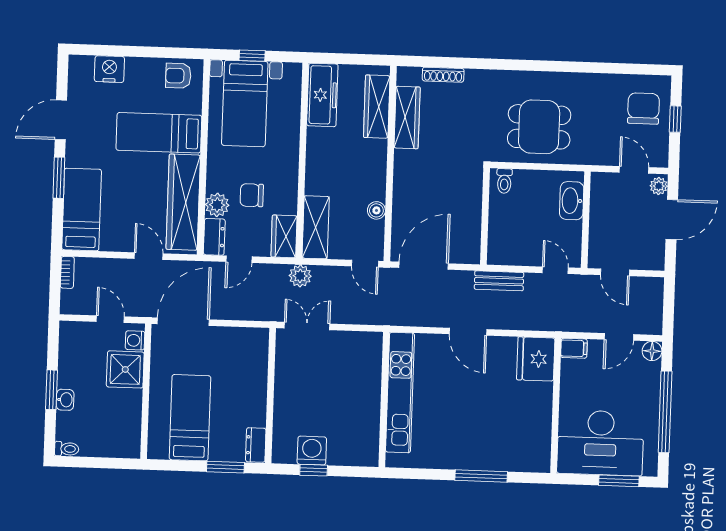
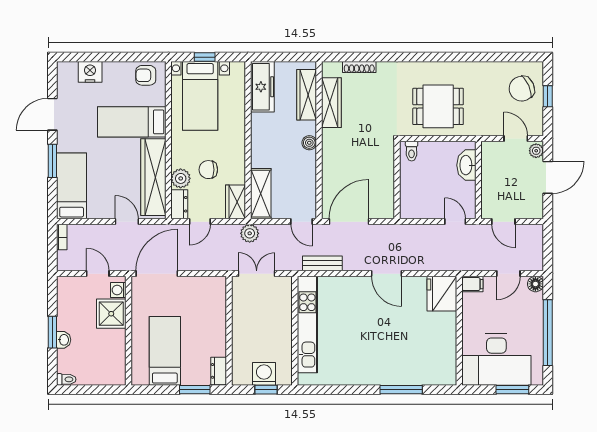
chair: (643, 108) -> (522, 89), turned -114
boiler: (376, 210) -> (309, 143), moved
bench: (499, 281) -> (322, 263), moved
kitchen unit: (400, 393) -> (307, 325), moved
wall: (384, 400) -> (295, 331), moved

